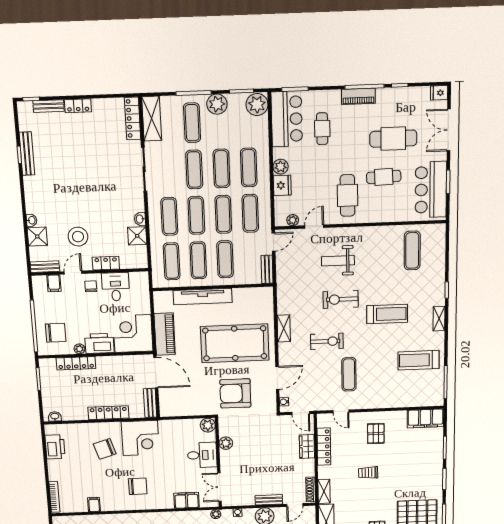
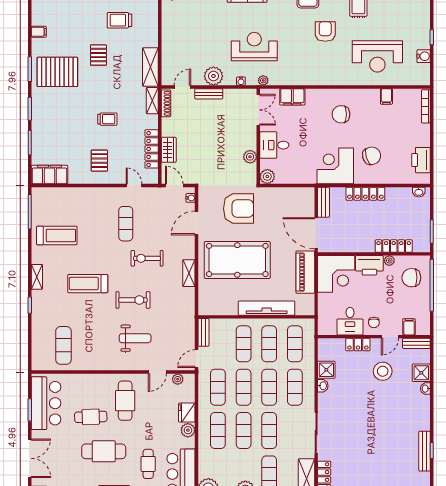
cafe table: (393, 139) -> (104, 451), moved

